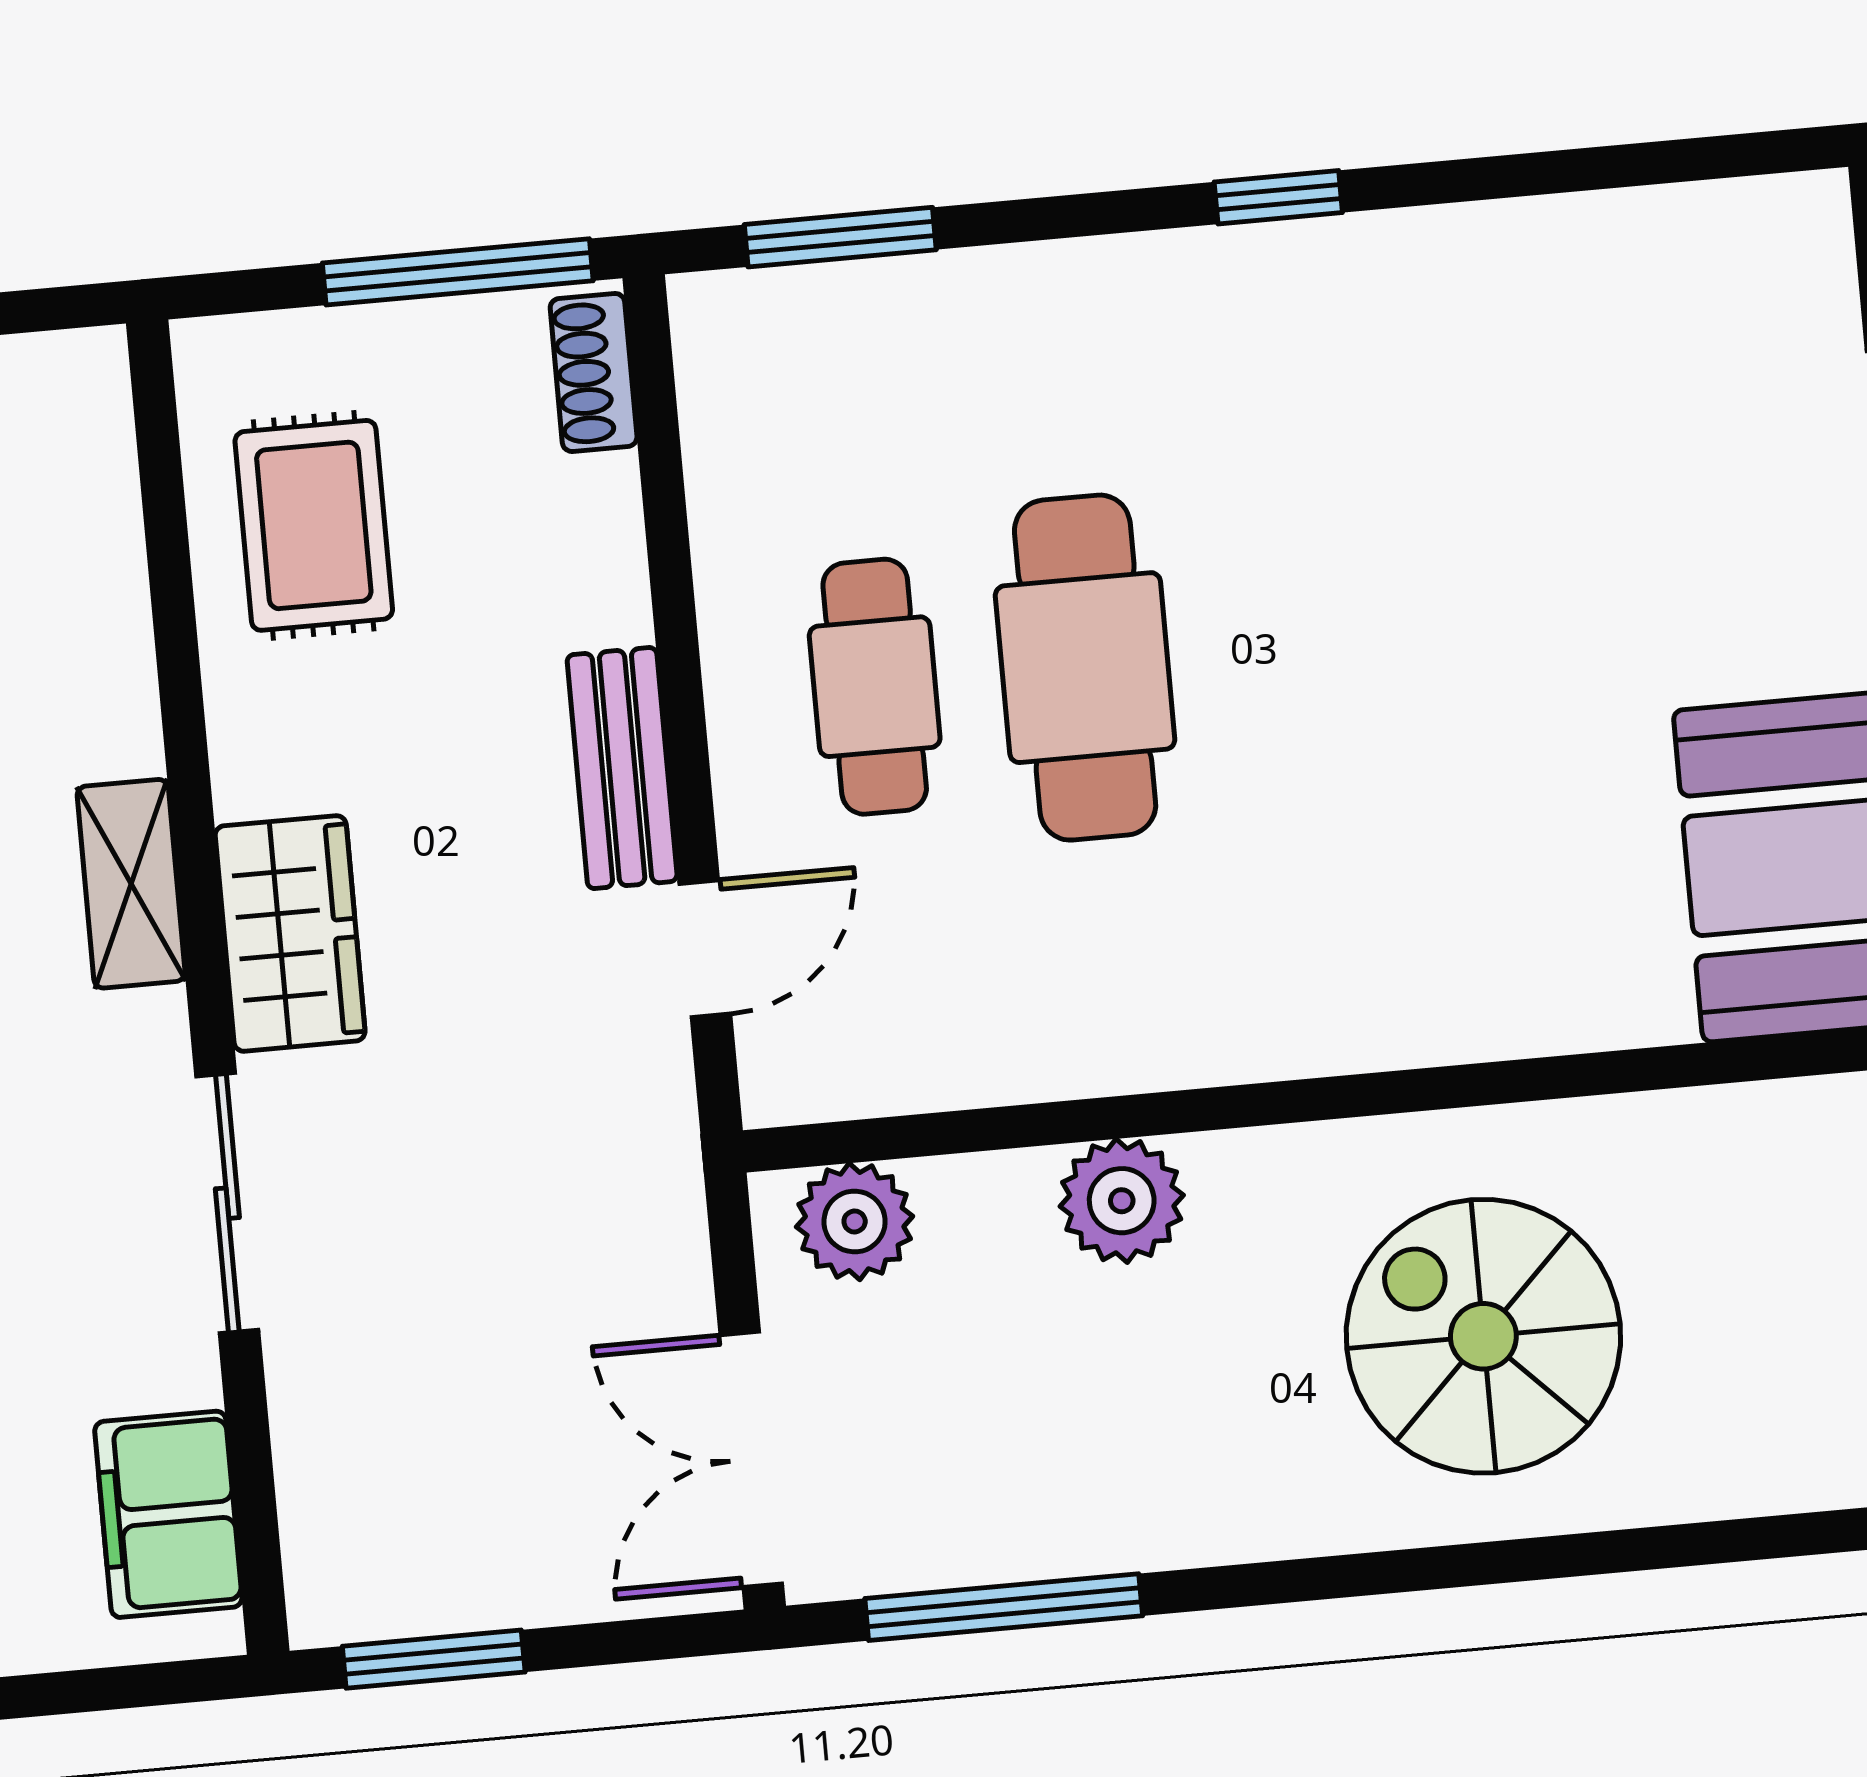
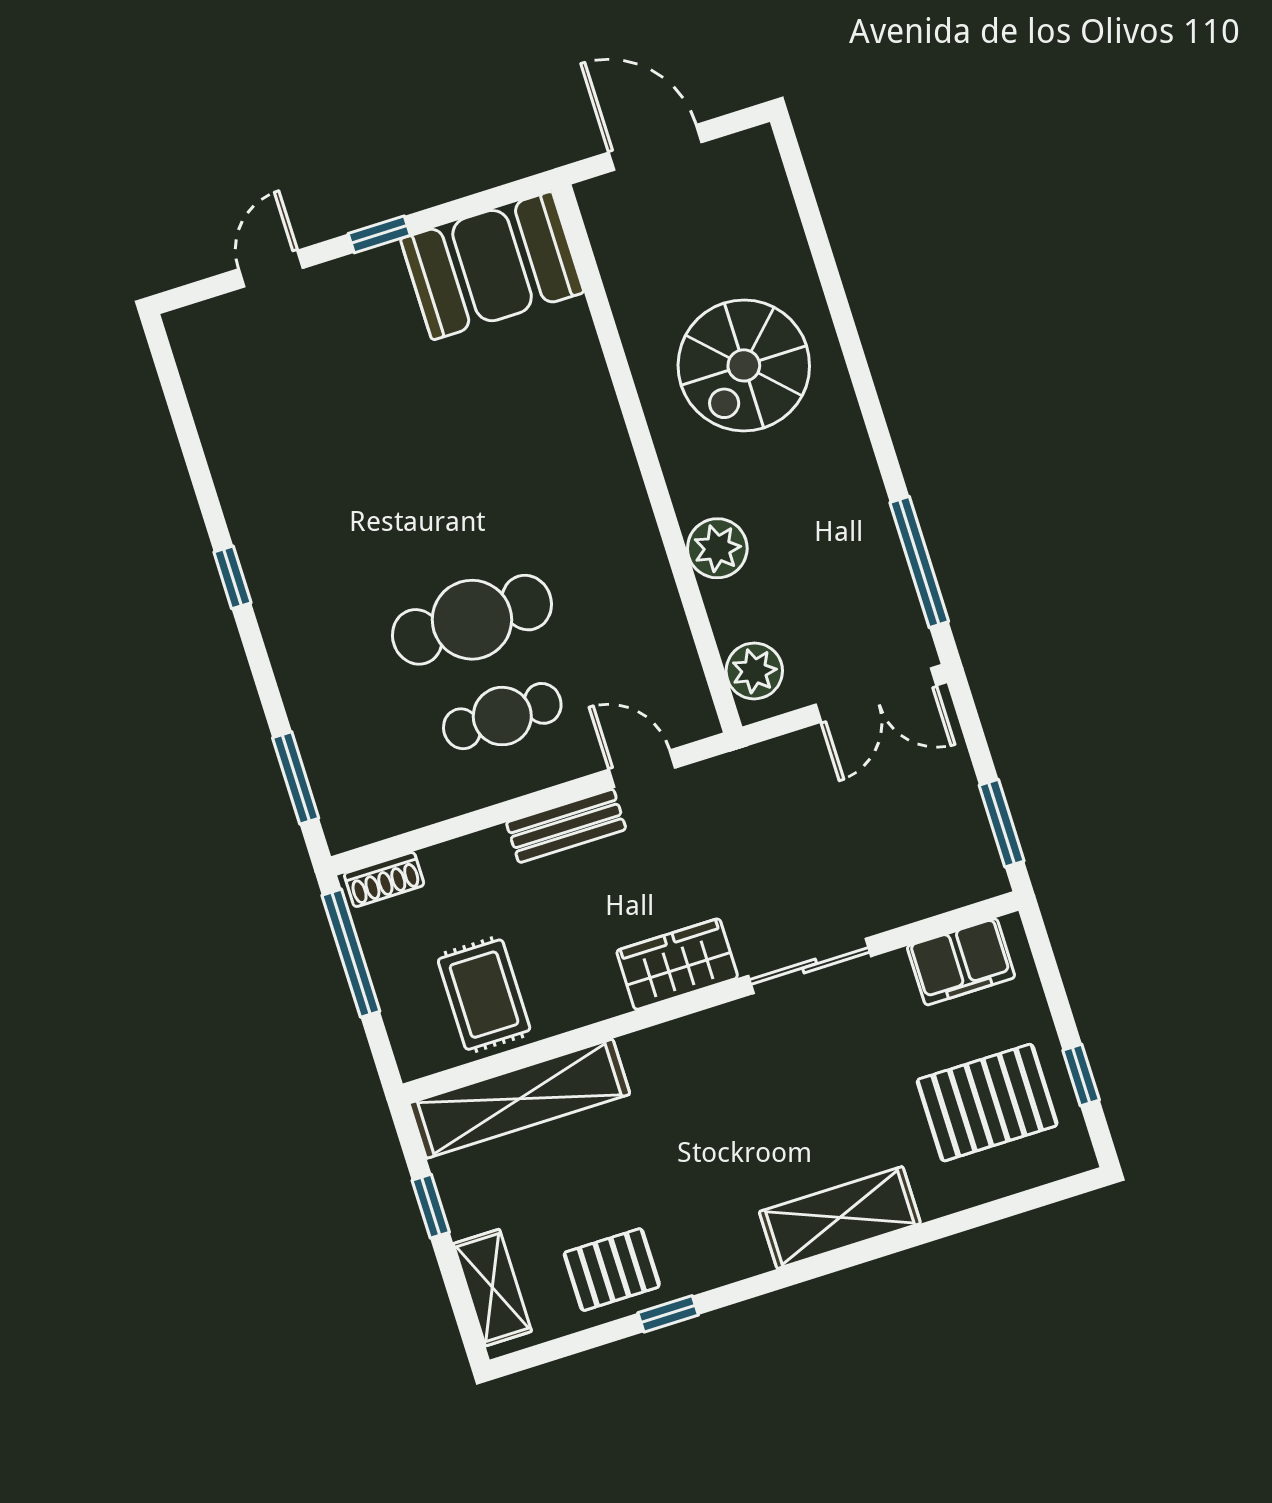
rug: (314, 525) -> (484, 995), turned 90
shelving: (131, 884) -> (519, 1099), moved, width x2.20, depth x1.33

